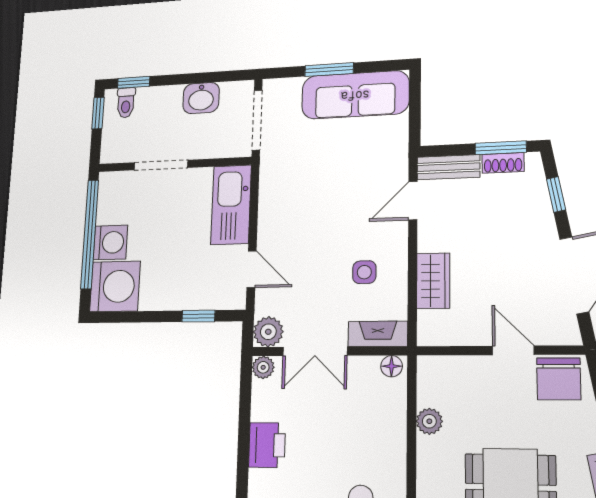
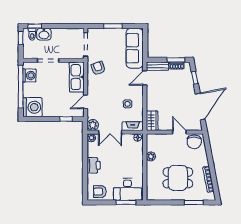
sofa: (355, 95) -> (135, 48), moved, turned 90
washbasin: (201, 98) -> (44, 34), moved
armchair: (288, 179) -> (98, 68), added
washing machine: (110, 242) -> (29, 75), moved
door: (252, 269) -> (86, 102), swing flipped
wardrobe: (433, 281) -> (152, 121), moved

